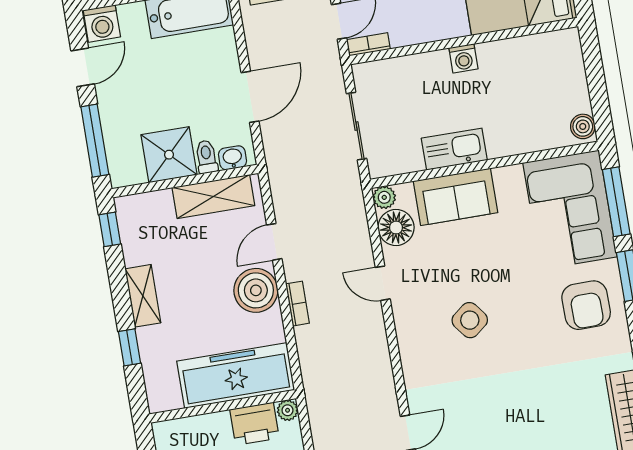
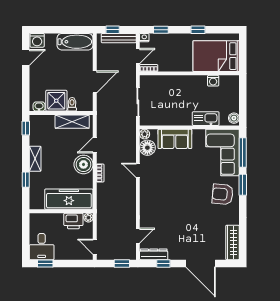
washing machine: (463, 58) -> (213, 81), moved
window: (95, 141) -> (26, 89), removed
kitchen sink: (454, 149) -> (206, 119), moved
washbasin: (233, 158) -> (39, 107), moved
armchair: (586, 305) -> (223, 194), turned 96
side table: (470, 320) -> (172, 192), removed

